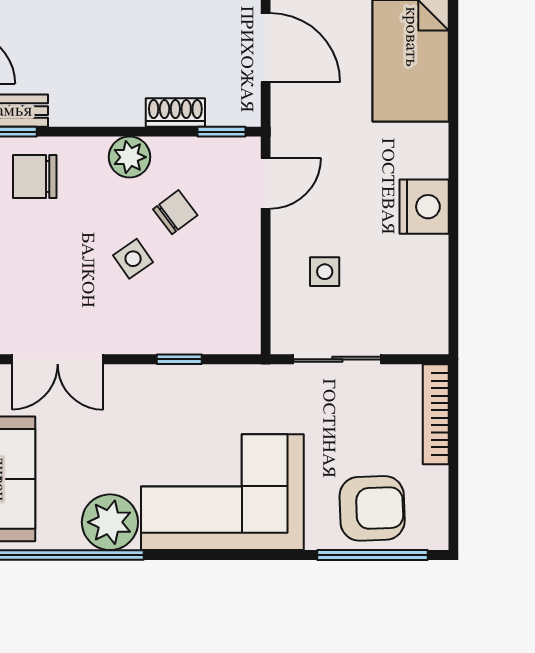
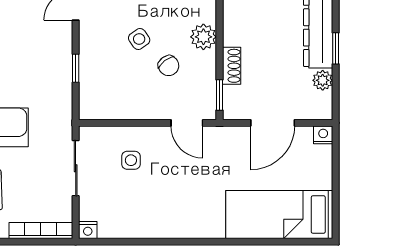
nightstand: (424, 207) -> (88, 230), moved, width x0.53, depth x0.56

